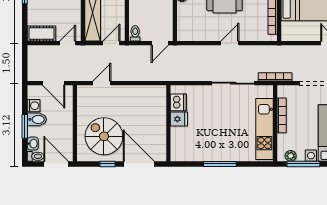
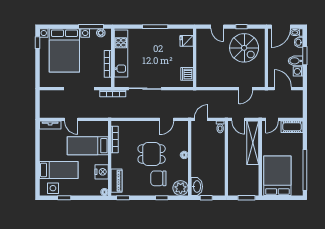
door: (111, 43) -> (238, 119), hinge flipped
door: (230, 43) -> (167, 119), moved
fridge: (179, 119) -> (187, 41), moved
door: (56, 164) -> (281, 27), hinge flipped
door: (139, 164) -> (217, 27), width x0.53

